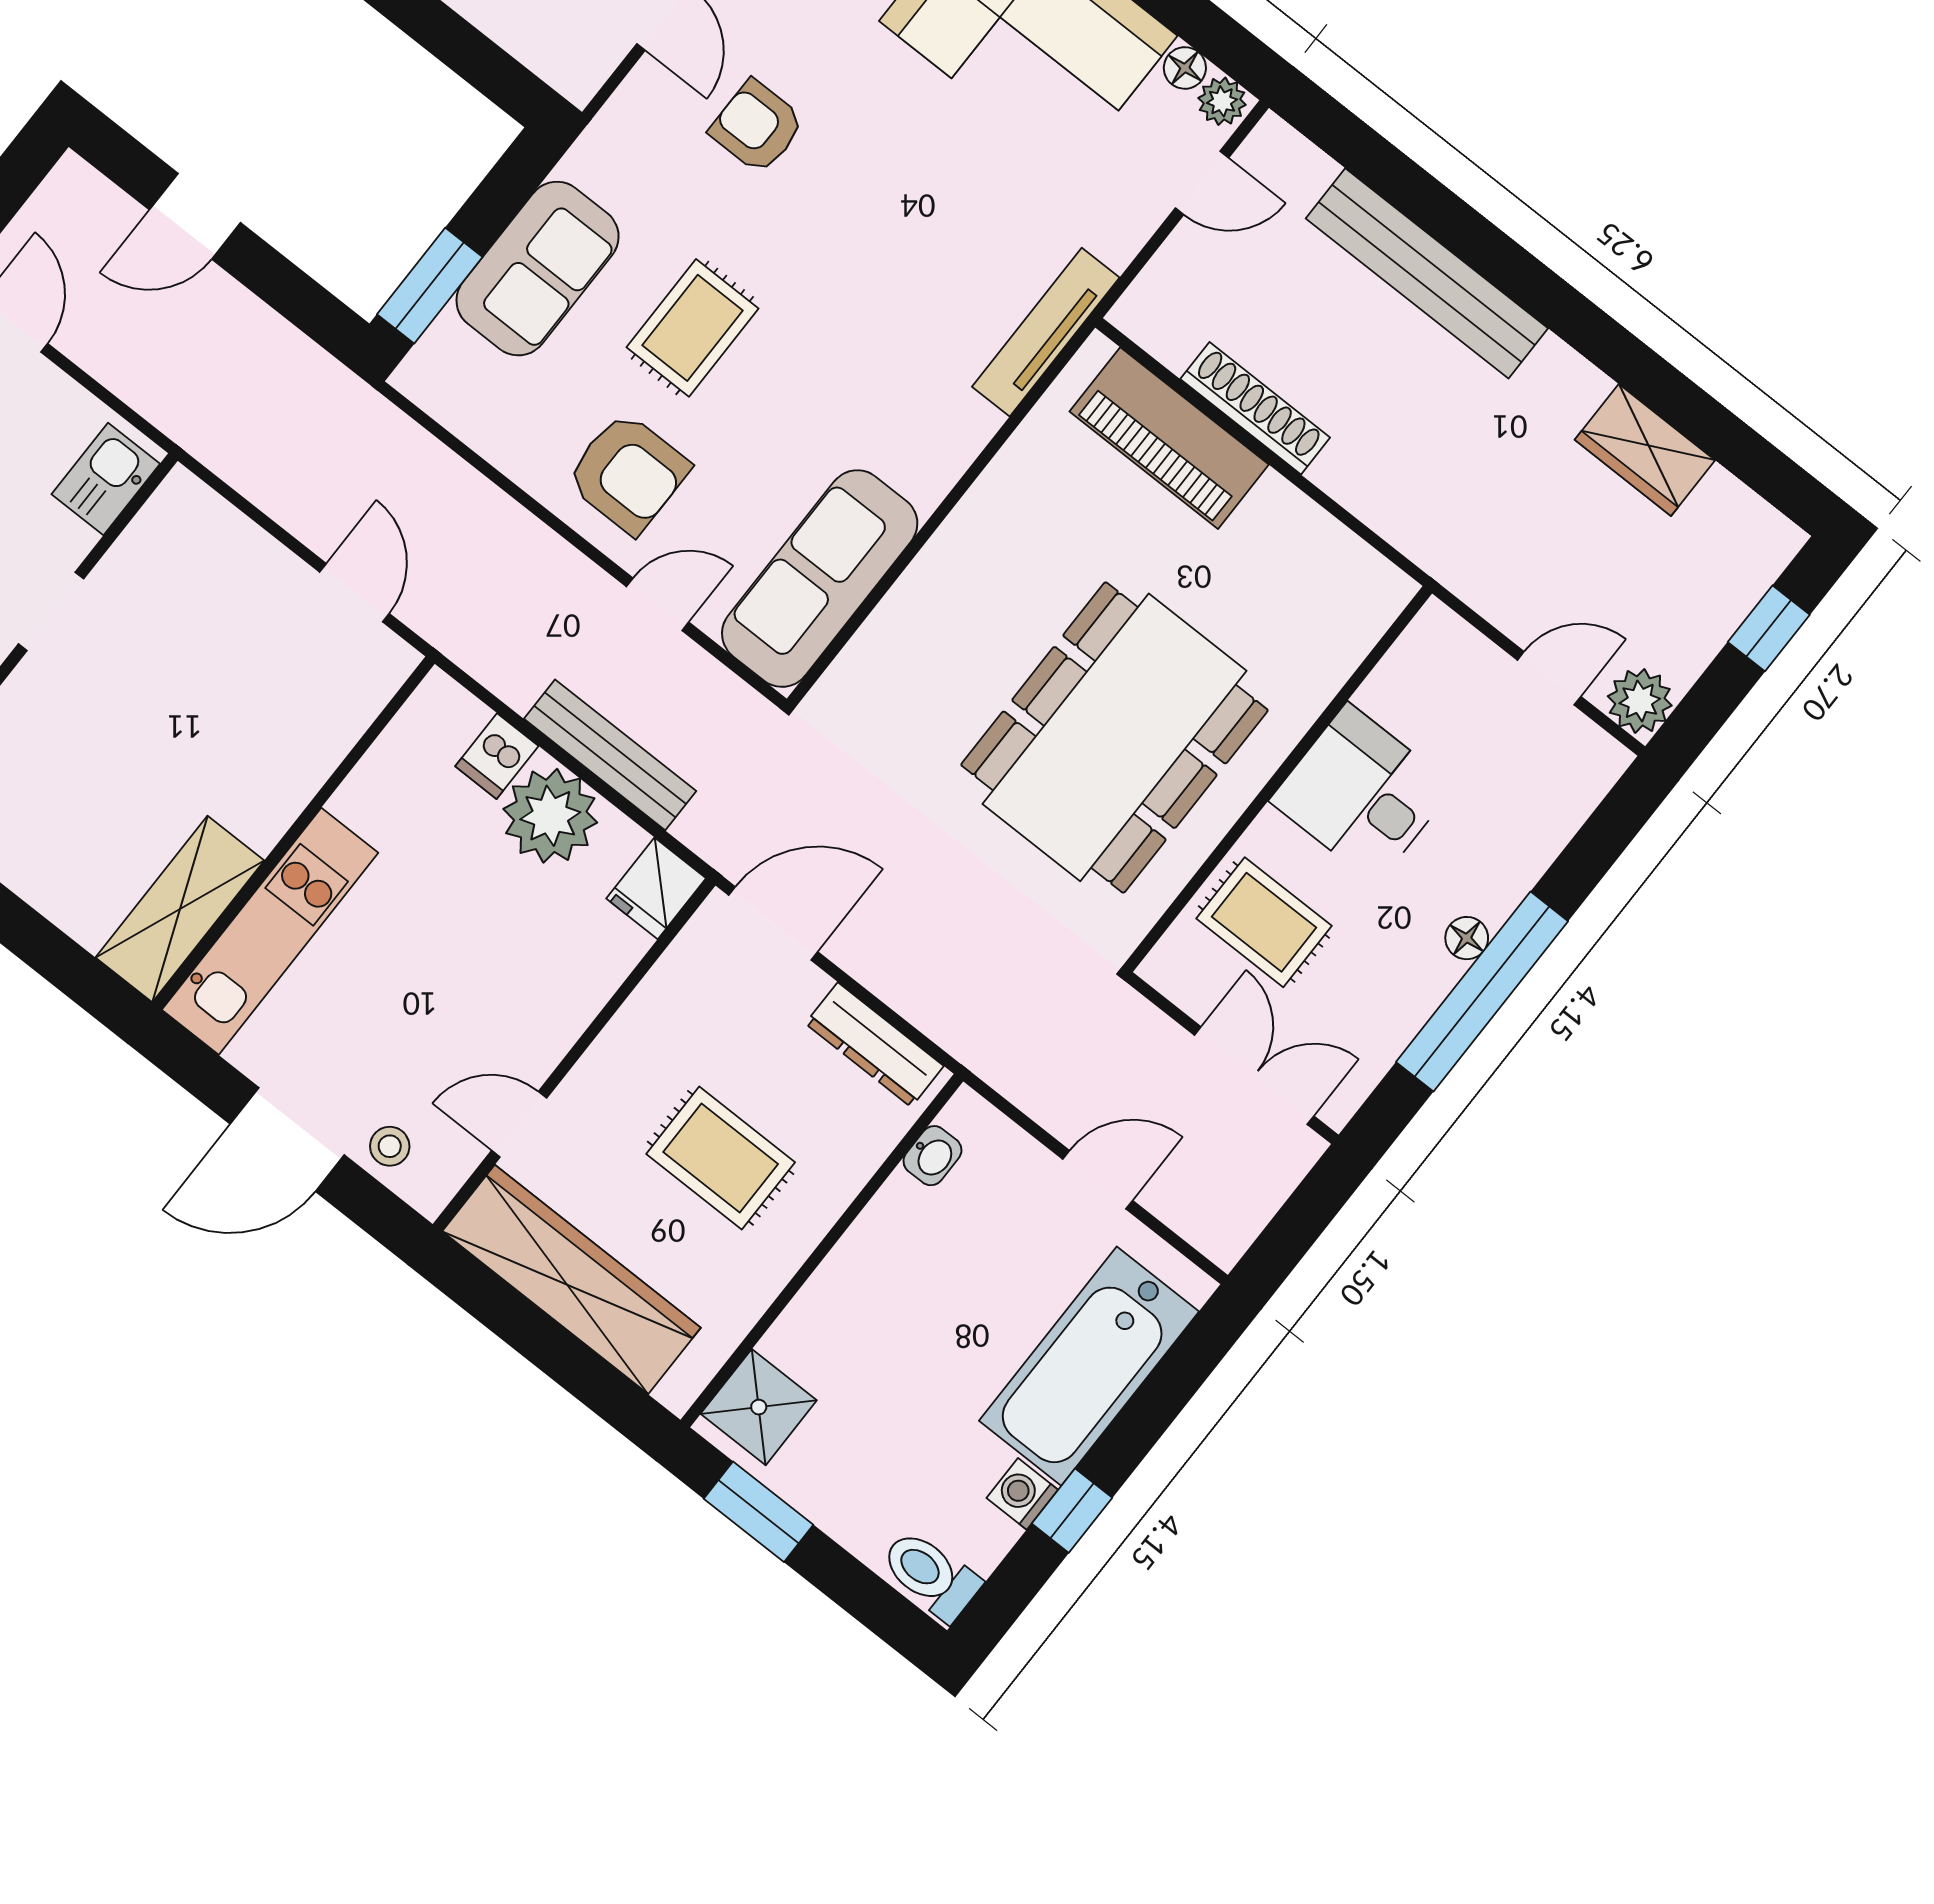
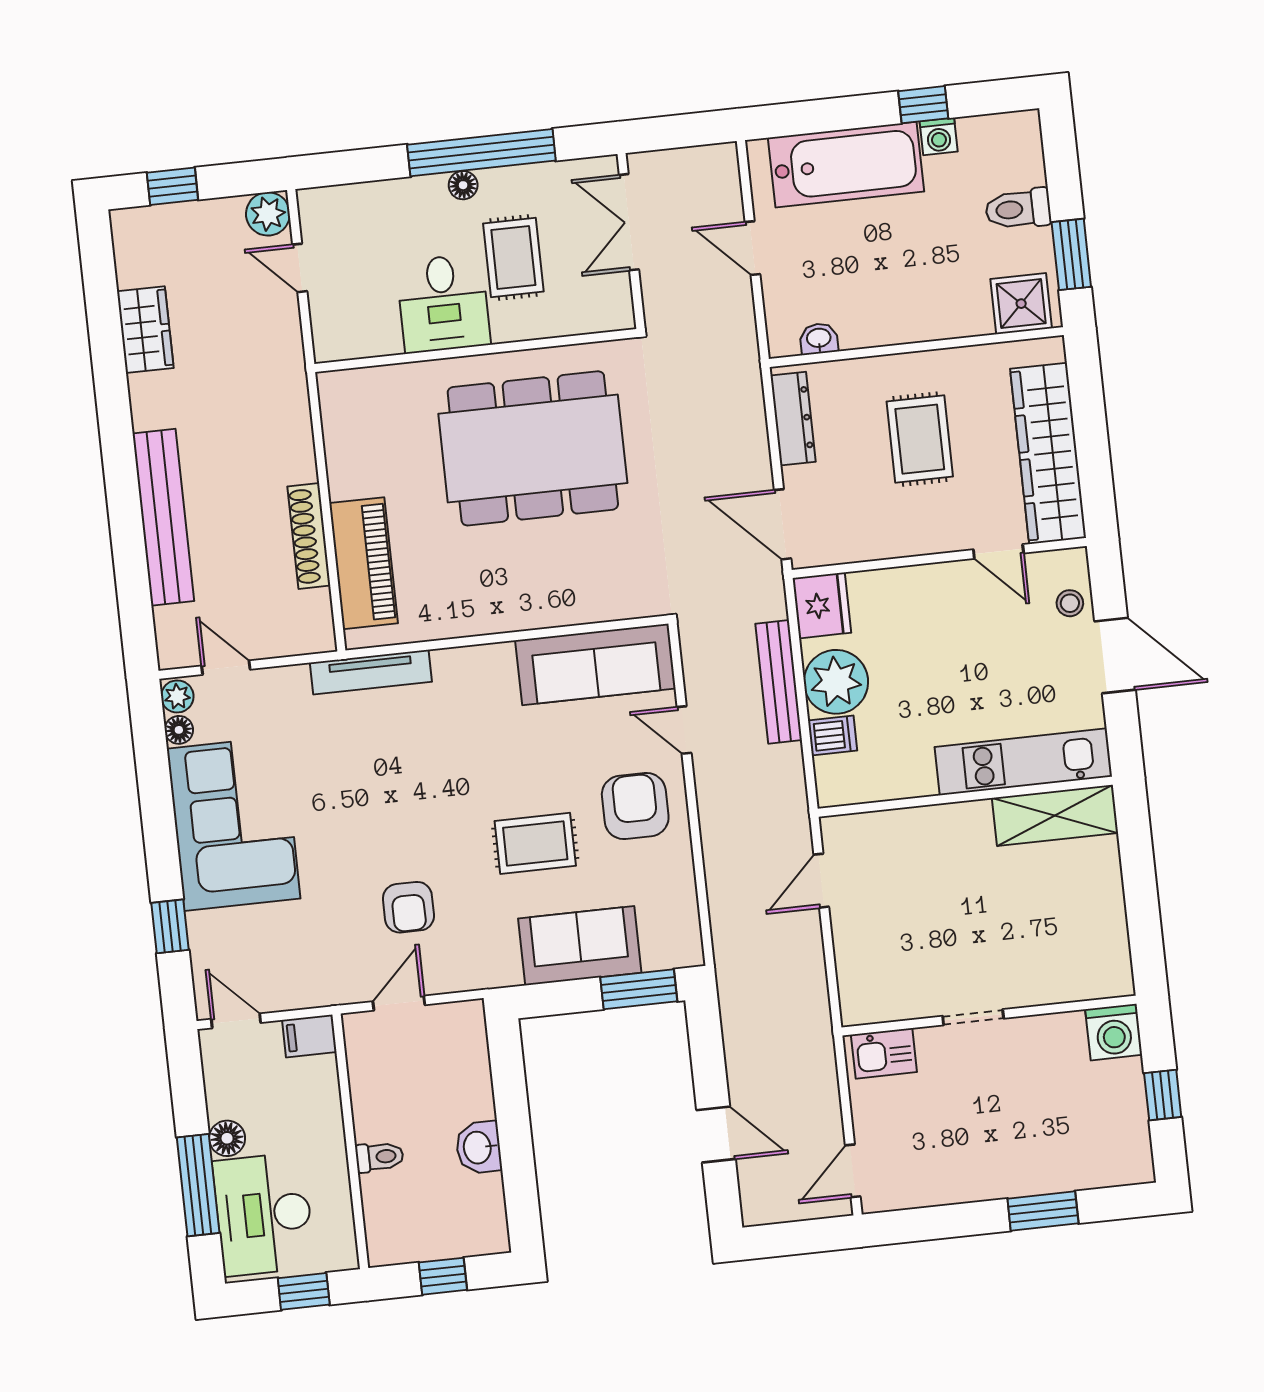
fridge: (656, 888) -> (822, 605), width x1.38
rug: (1264, 922) -> (513, 258), moved
toilet: (930, 1575) -> (1018, 209), moved, turned 90

